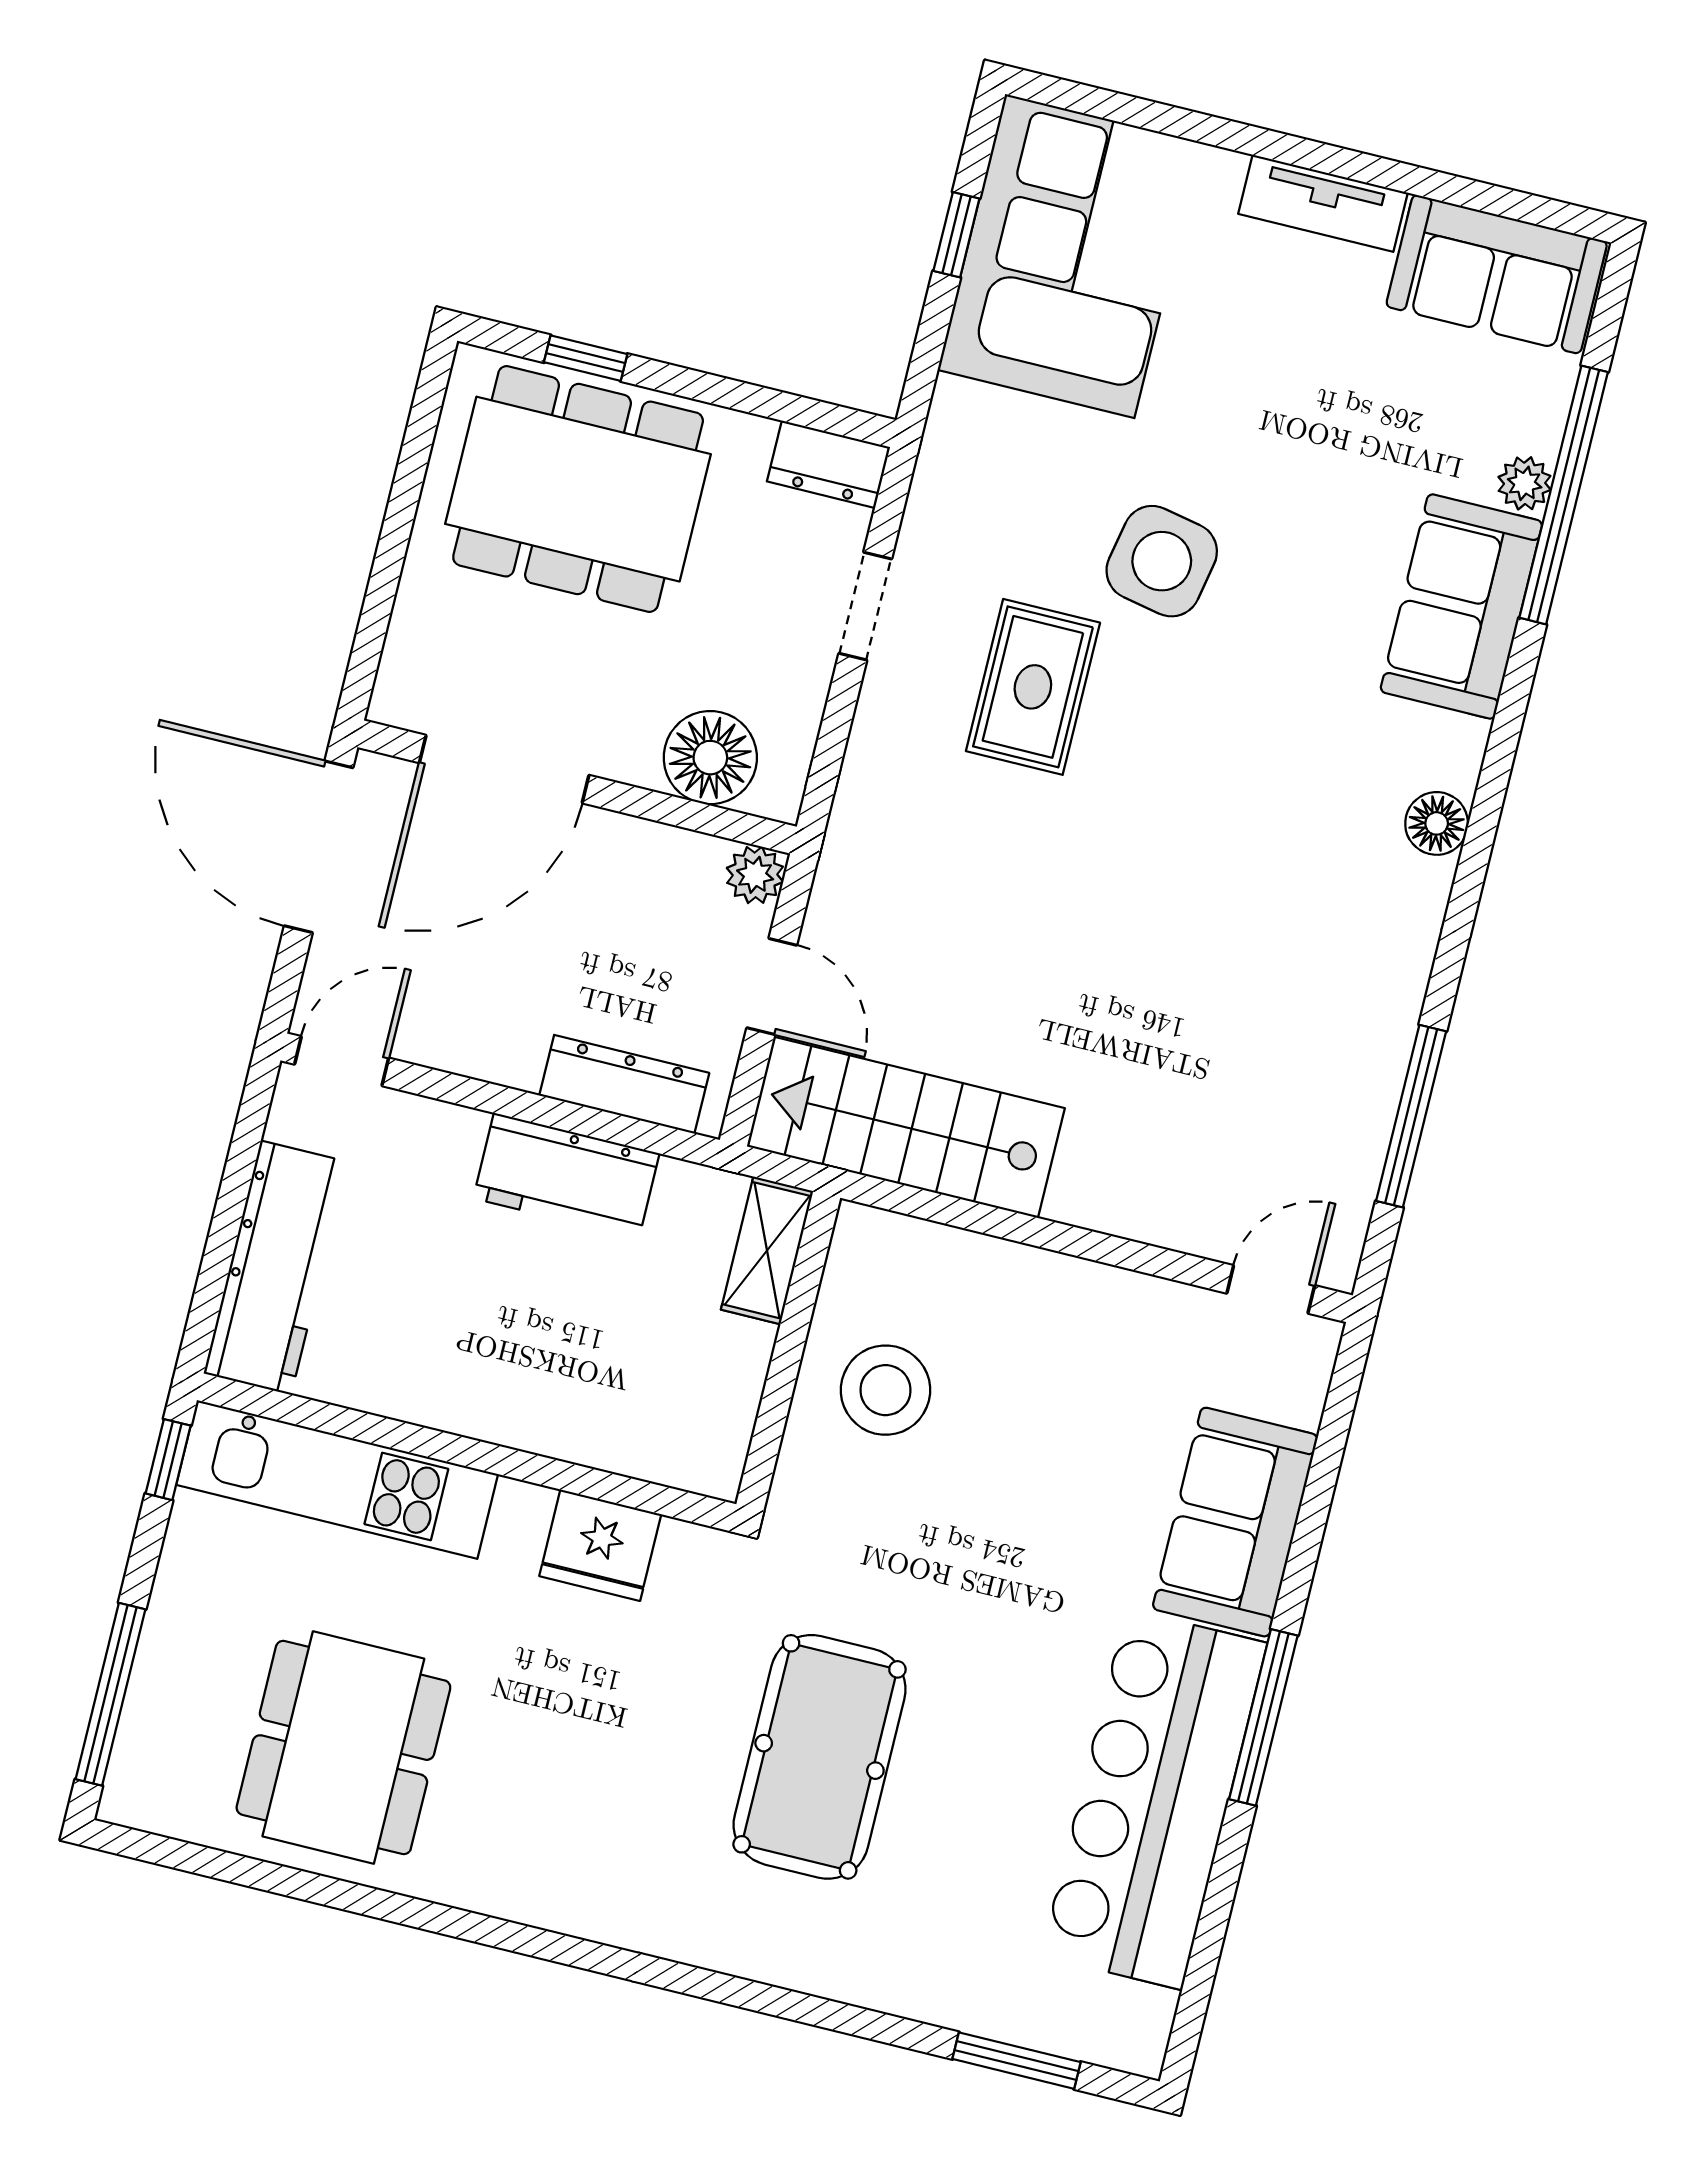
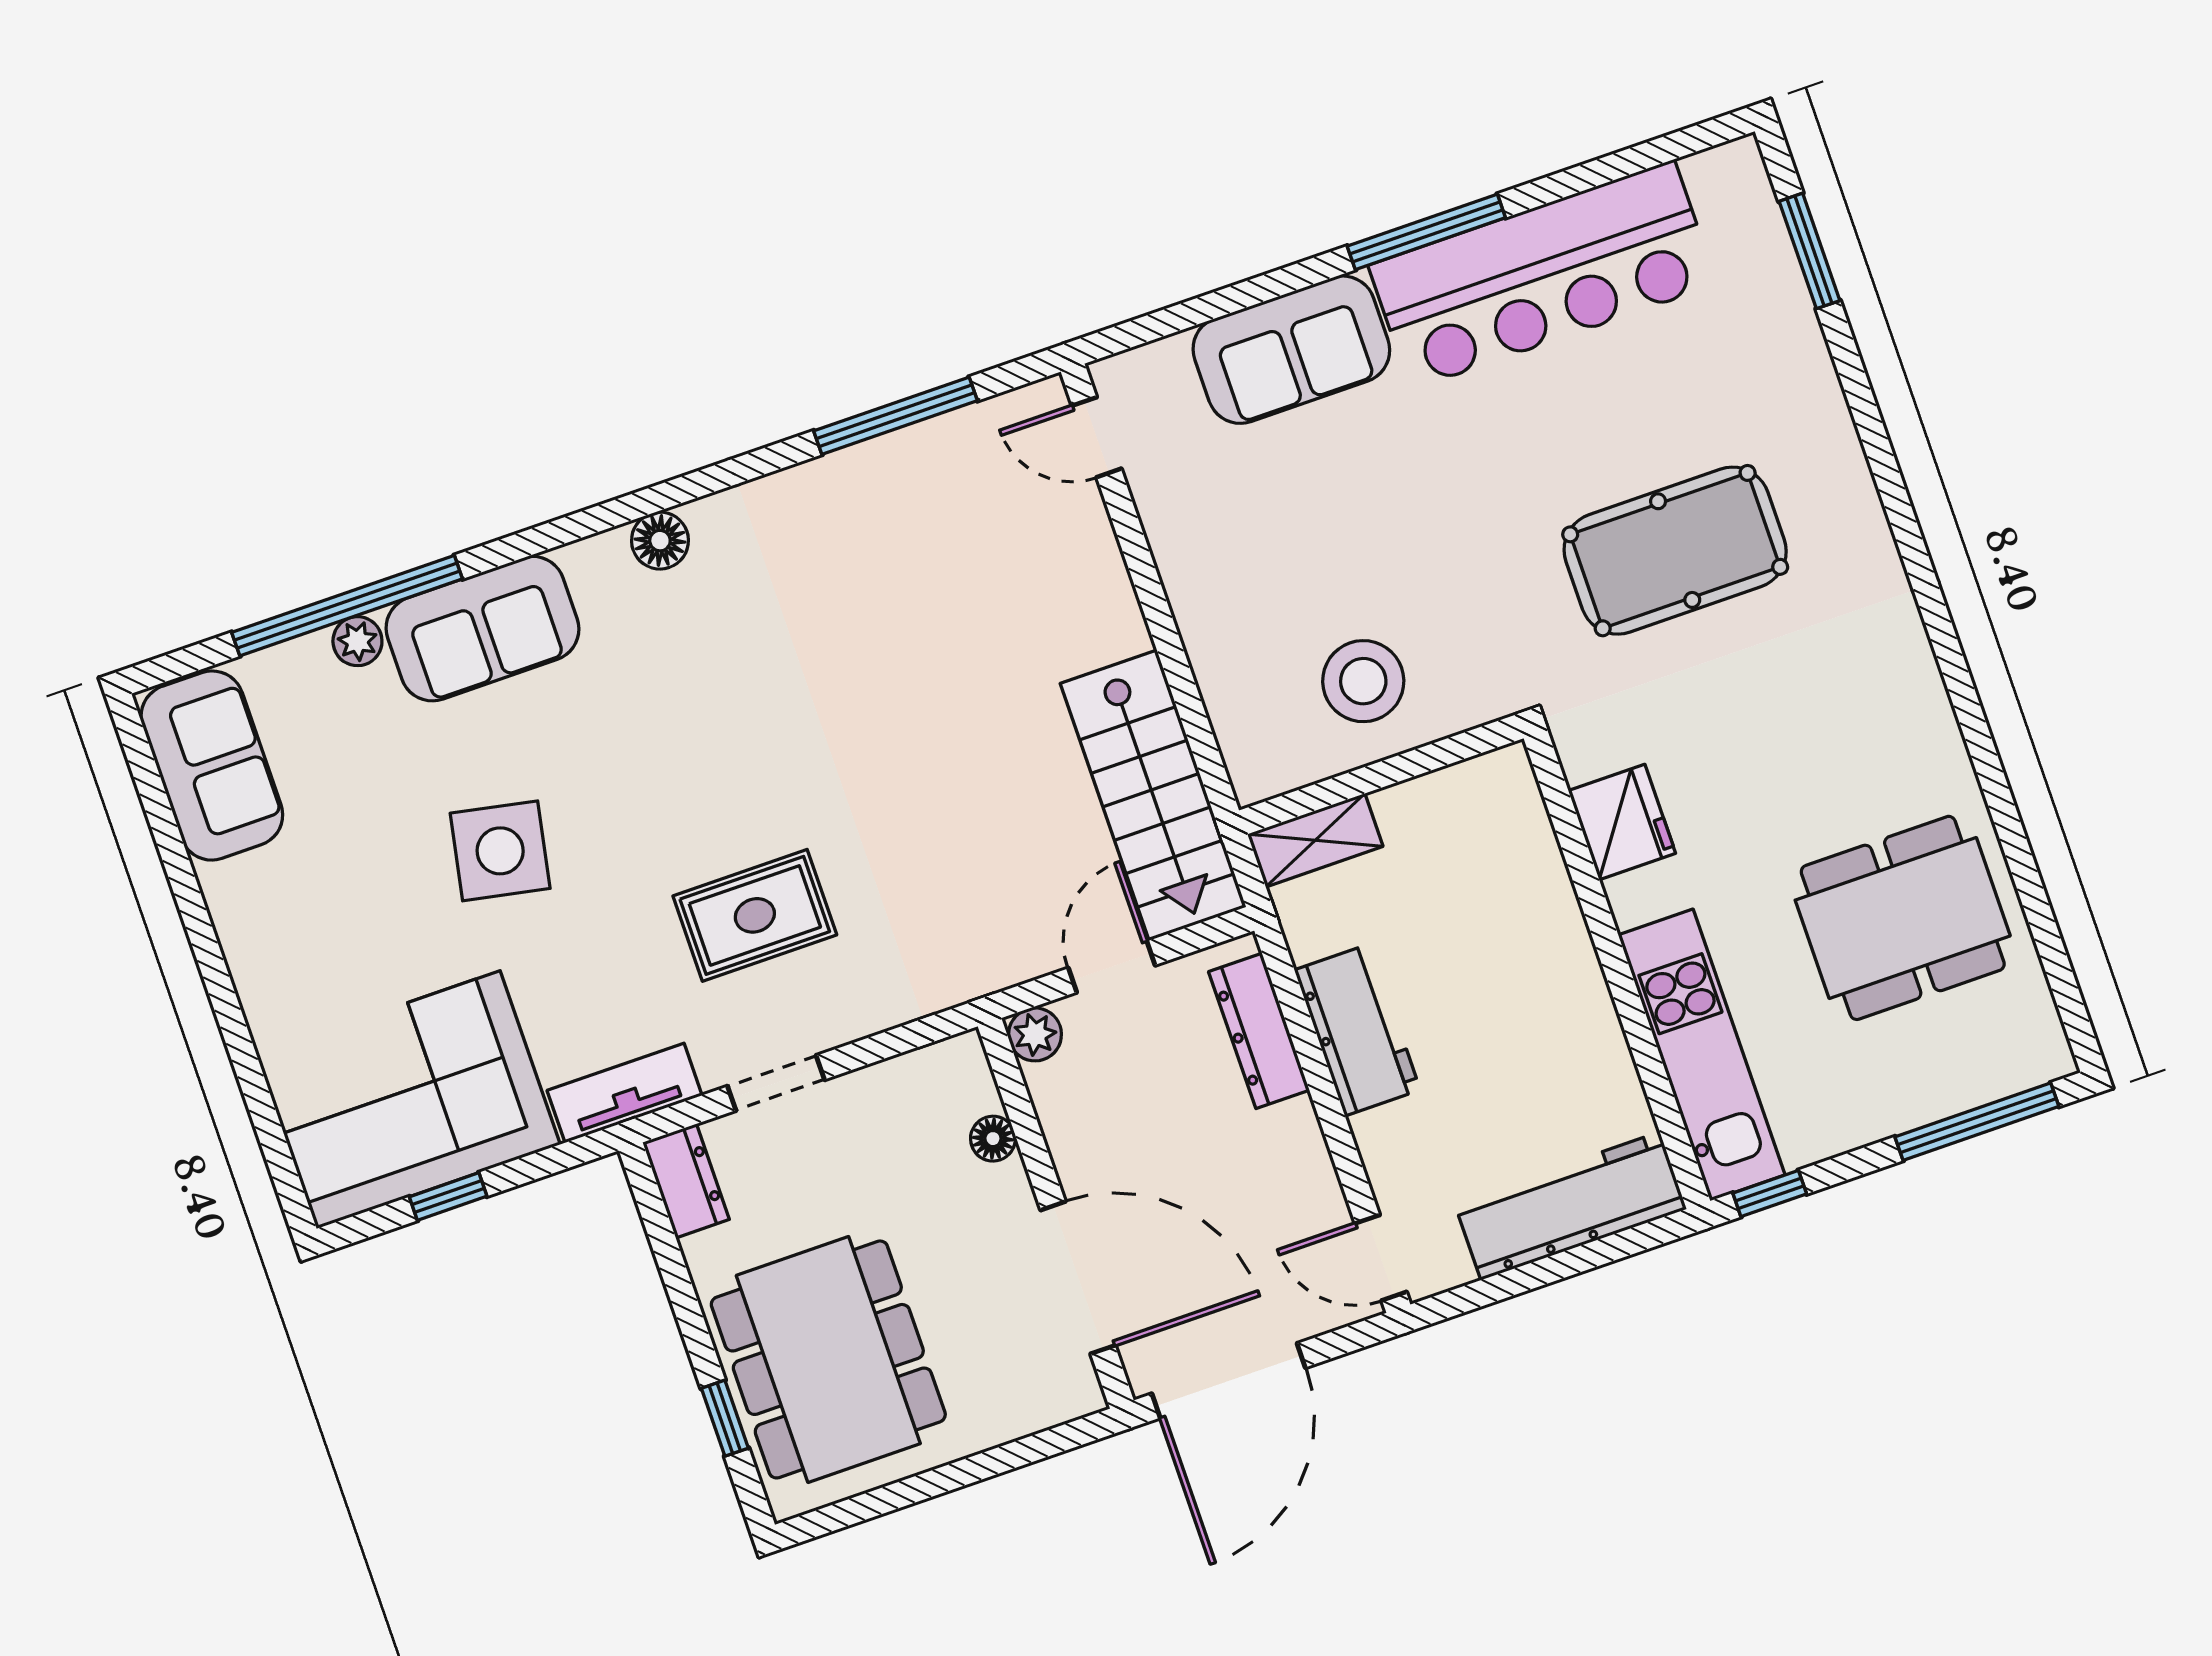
tv unit: (1323, 203) -> (625, 1093), moved, turned -90
side table: (1162, 561) -> (500, 851), moved
floor lamp: (710, 758) -> (993, 1139), width x0.53, depth x0.53

